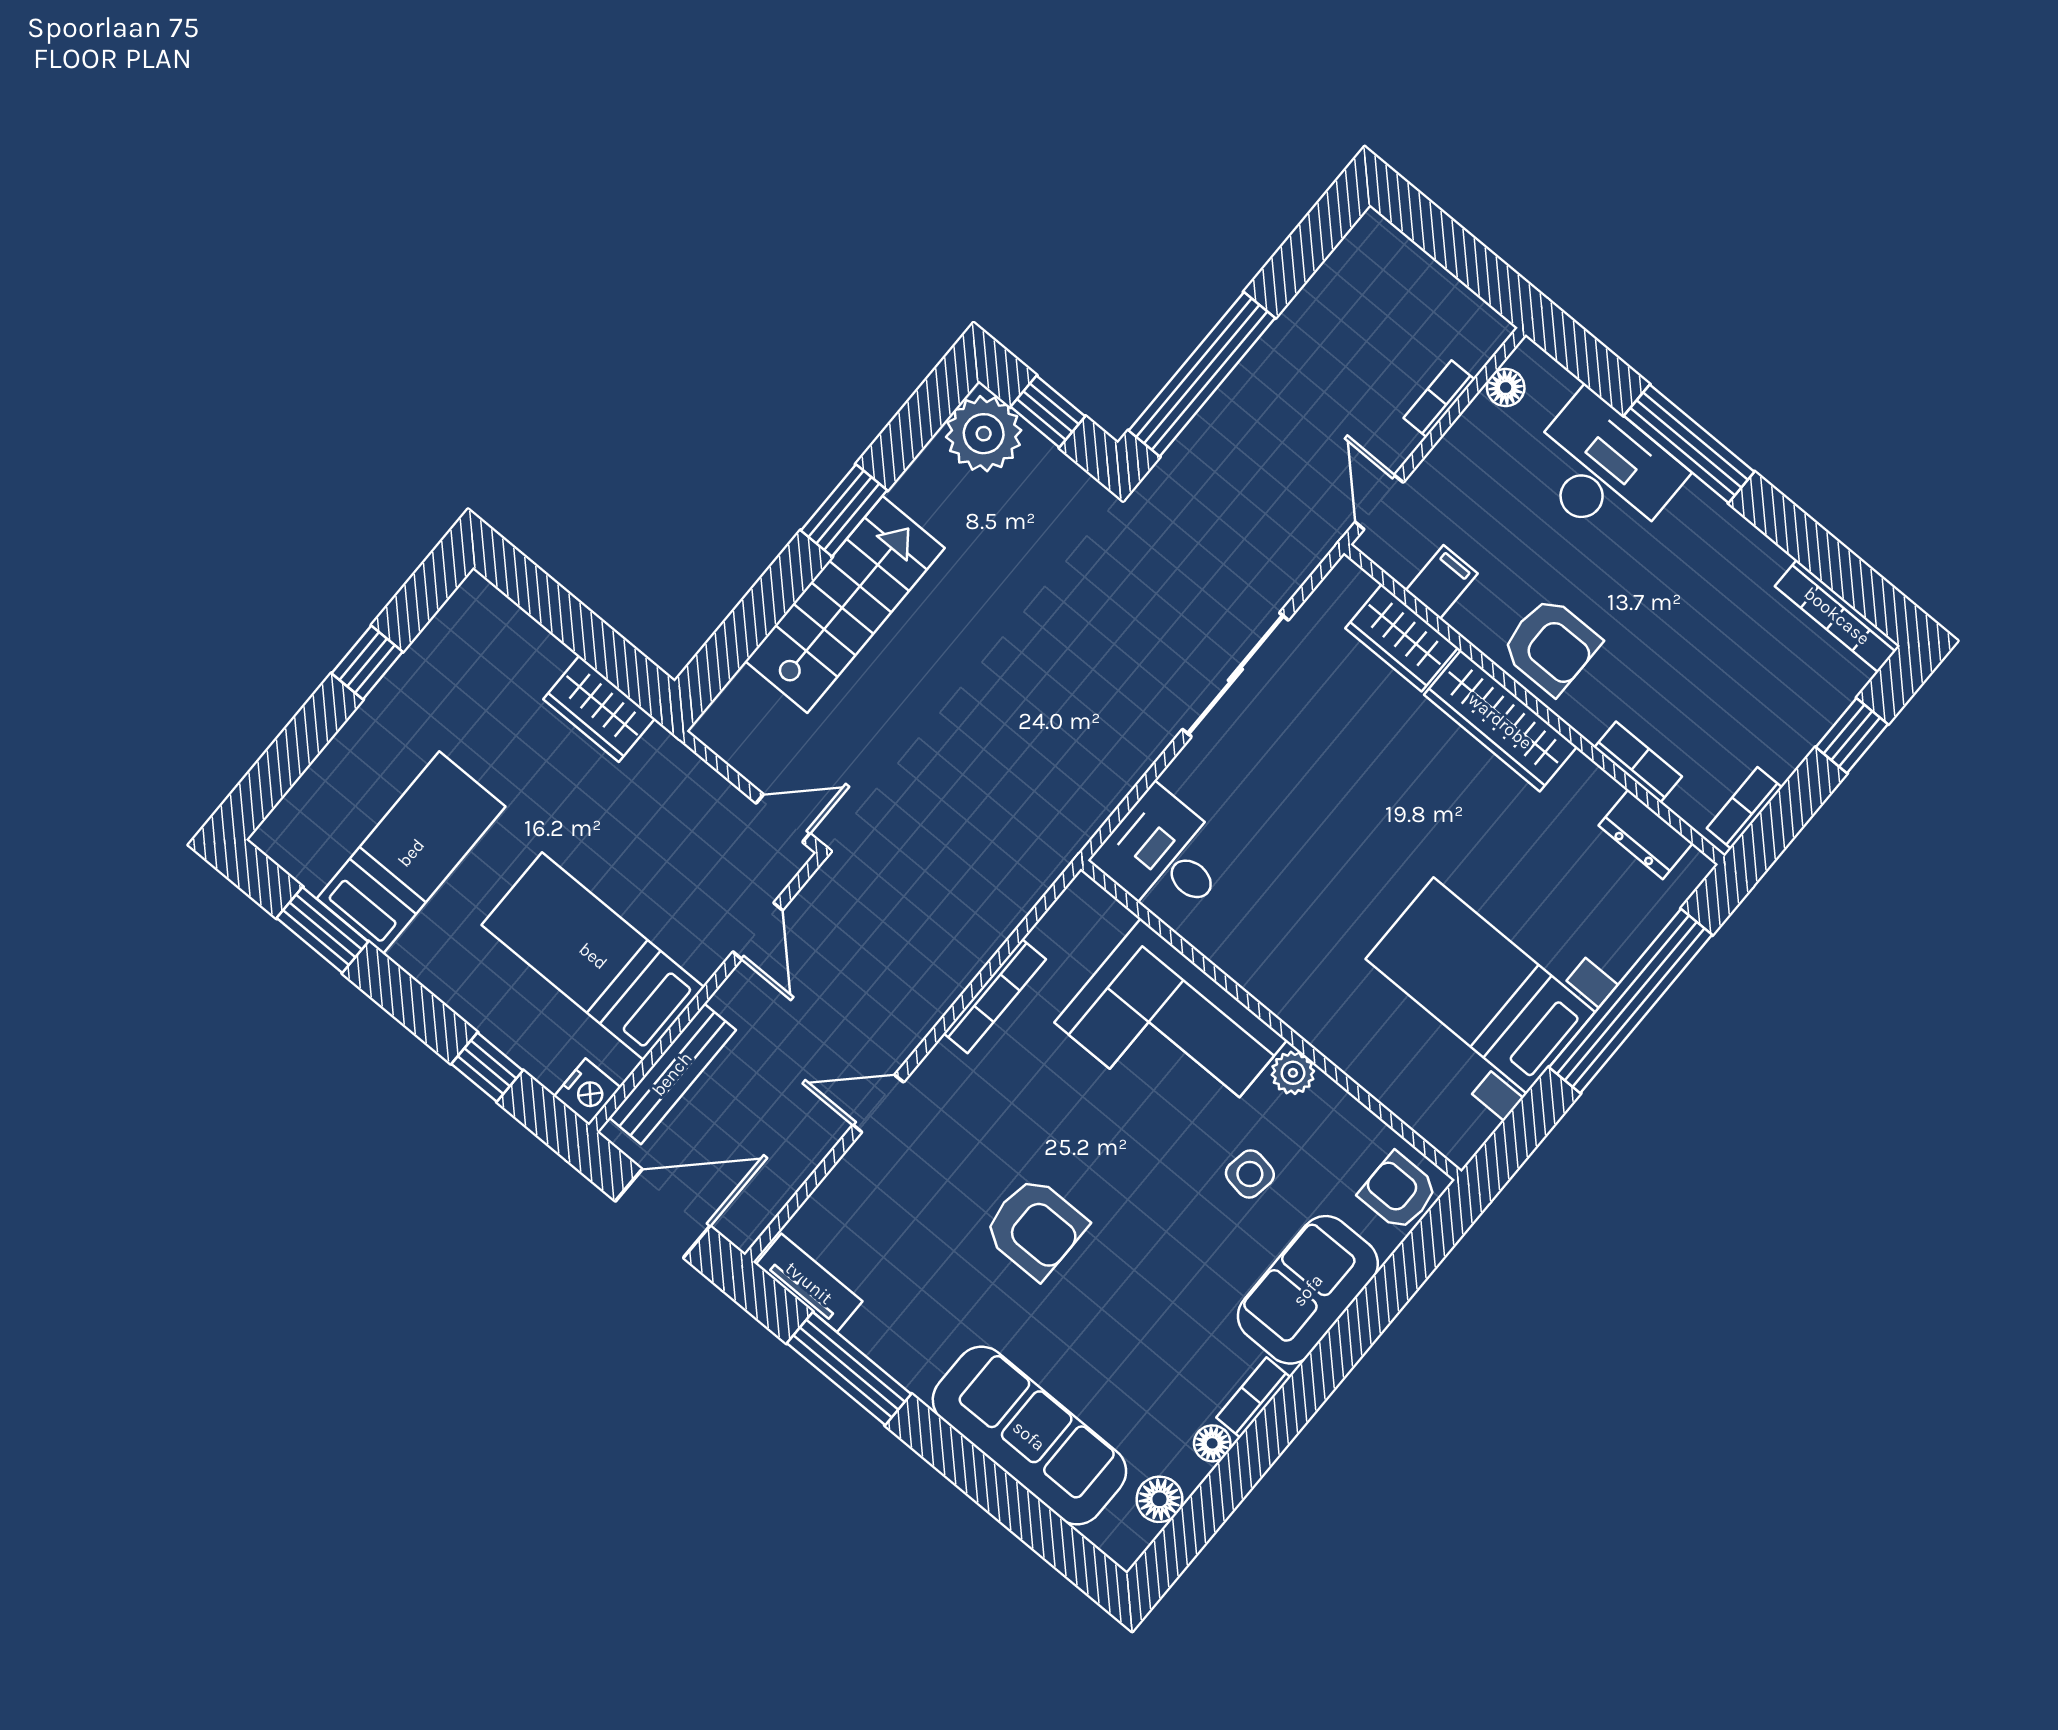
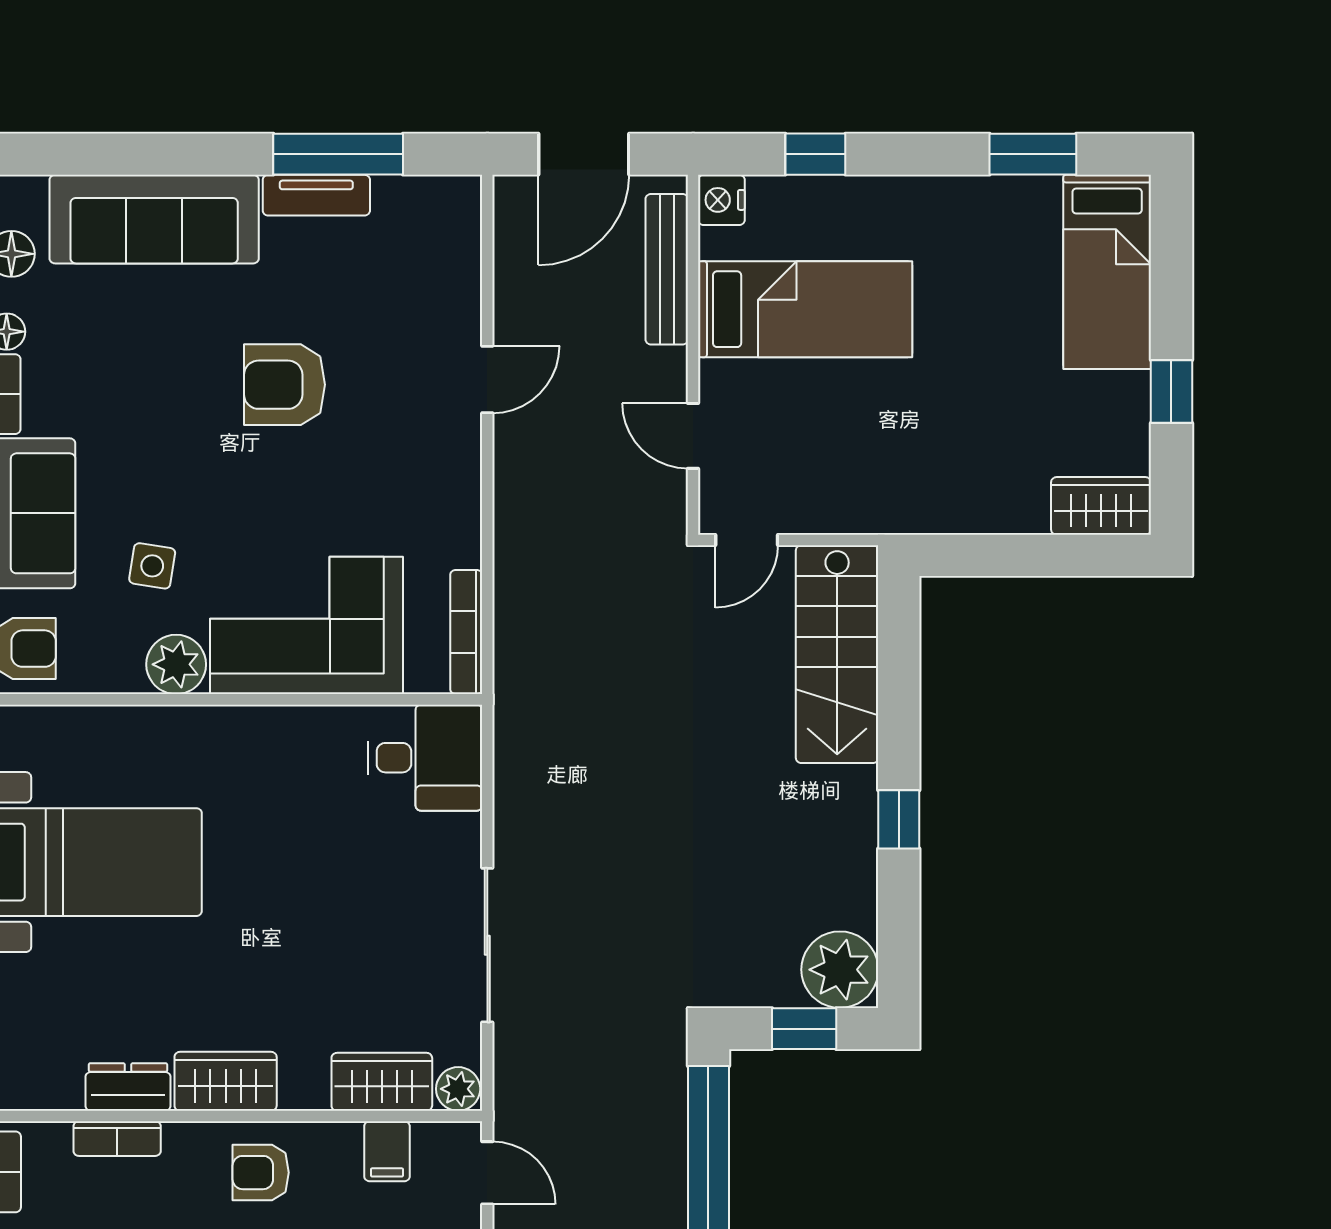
window: (844, 510) -> (899, 819), width x0.67
plant: (1348, 584) -> (458, 1089), added
stairs: (845, 604) -> (837, 654), moved
armchair: (1551, 646) -> (261, 1173), width x0.72, depth x0.72
wardrobe: (599, 709) -> (1101, 506), moved
wardrobe: (1500, 721) -> (226, 1081), width x0.67
dresser: (1646, 834) -> (128, 1087), moved
bed: (411, 853) -> (1107, 272), moved
bookcase: (995, 996) -> (466, 632), moved
plant: (1293, 1073) -> (176, 664), width x1.38, depth x1.38
tv unit: (809, 1283) -> (316, 195), moved

